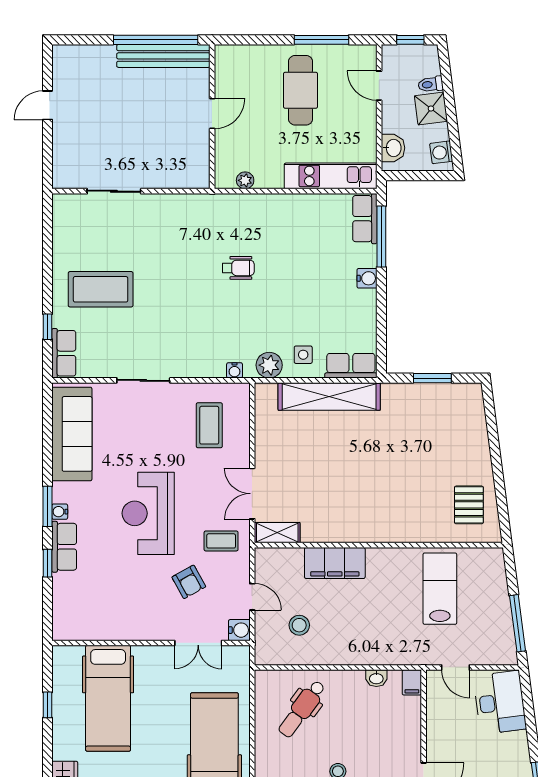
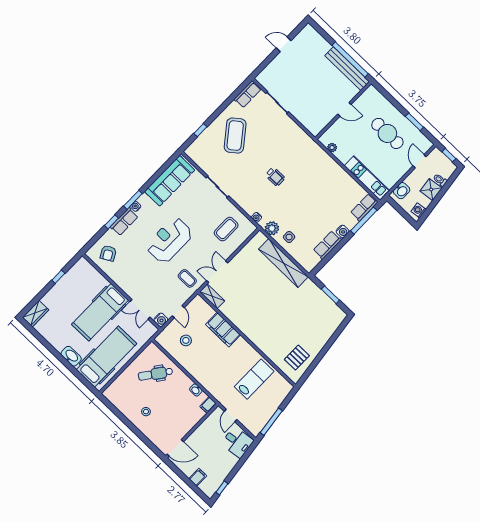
window: (321, 40) -> (414, 122), width x0.69
cafe table: (301, 90) -> (387, 133), turned 90
wheelchair: (238, 268) -> (275, 177), moved
coffee table: (101, 289) -> (235, 136), turned 52
row of seats: (64, 353) -> (247, 94), moved
row of seats: (351, 366) -> (327, 245), moved, turned -90
armchair: (189, 582) -> (108, 253), moved
hospital bed: (108, 698) -> (100, 312), moved
desk: (500, 702) -> (237, 442), width x0.73

